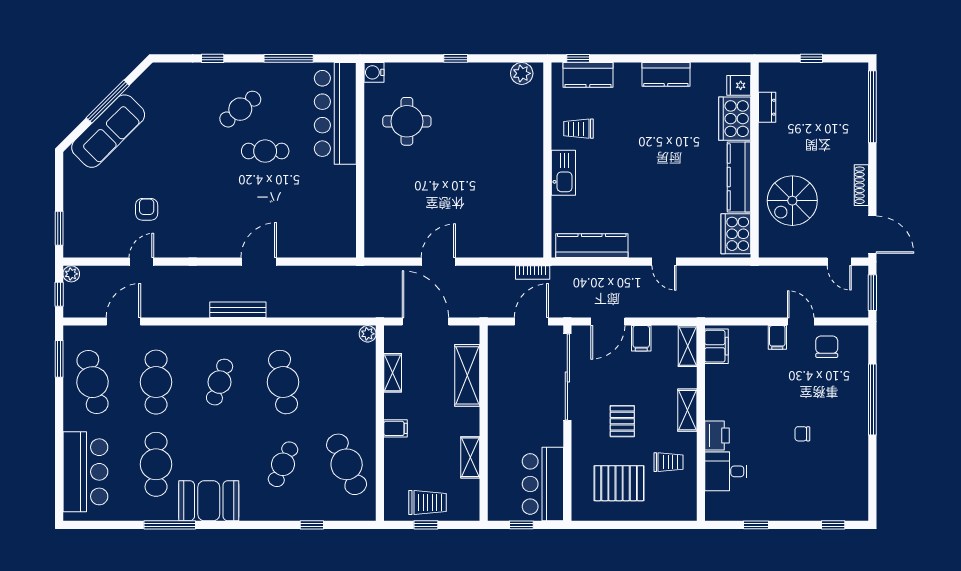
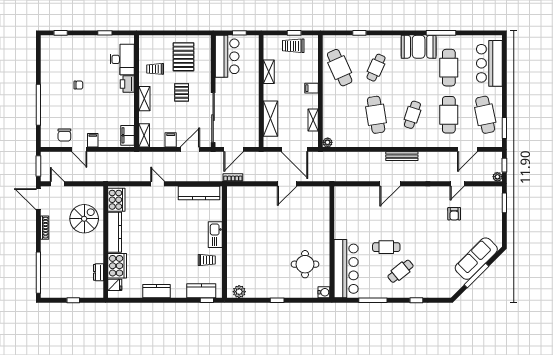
desk: (726, 471) -> (122, 59), width x1.37
pallet: (619, 483) -> (183, 57), turned 90

